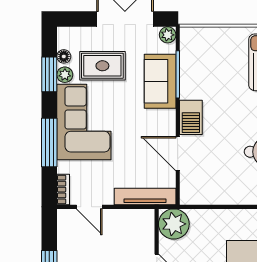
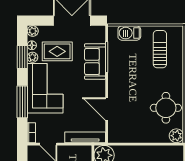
plant: (168, 35) -> (33, 31), moved
barbecue: (191, 117) -> (129, 33), moved, turned 90

